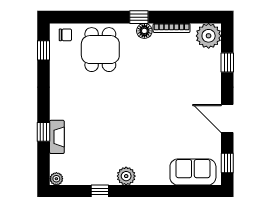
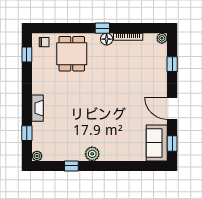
plant: (209, 36) -> (162, 38), width x0.53, depth x0.53
window: (43, 132) -> (27, 133), moved
fireplace: (57, 137) -> (37, 108), moved
sofa: (193, 172) -> (157, 143), moved, turned -90

